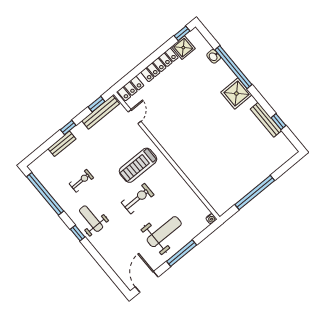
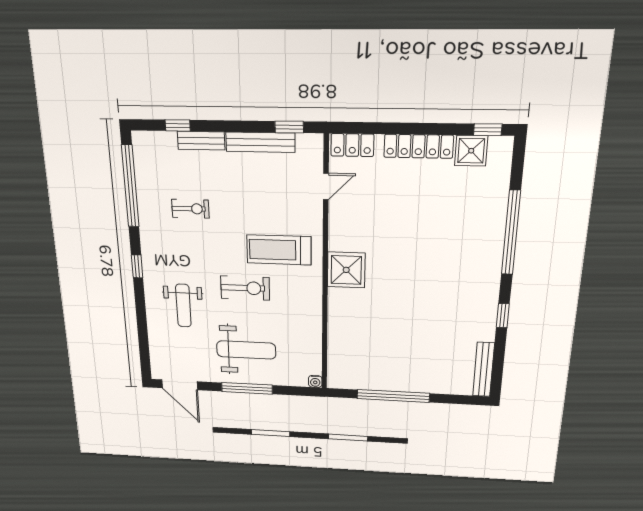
washbasin: (214, 56) -> (499, 197), removed
shower: (236, 93) -> (346, 270), moved
bench: (101, 112) -> (260, 142), moved
bench: (266, 120) -> (484, 370), moved
window: (278, 122) -> (503, 316), moved
window: (68, 128) -> (178, 126), moved
weight bench: (91, 219) -> (183, 306), moved, turned 180
door: (147, 282) -> (180, 385), swing flipped

